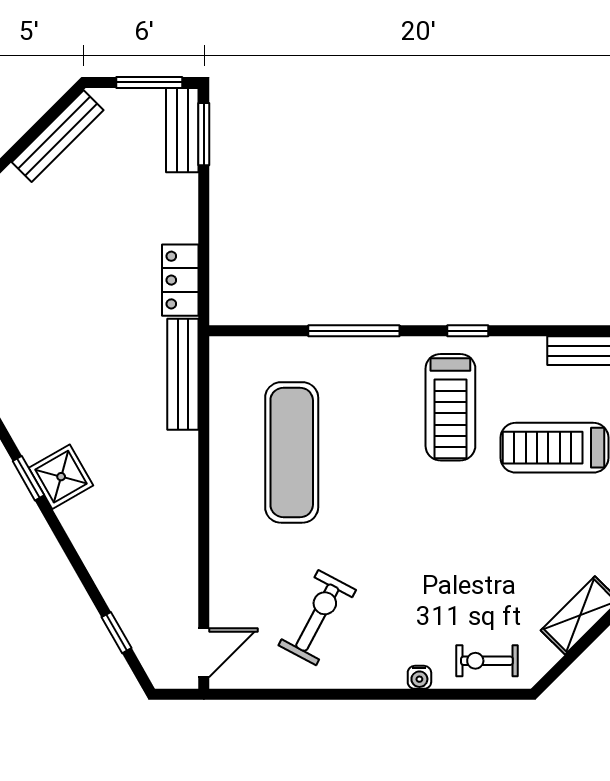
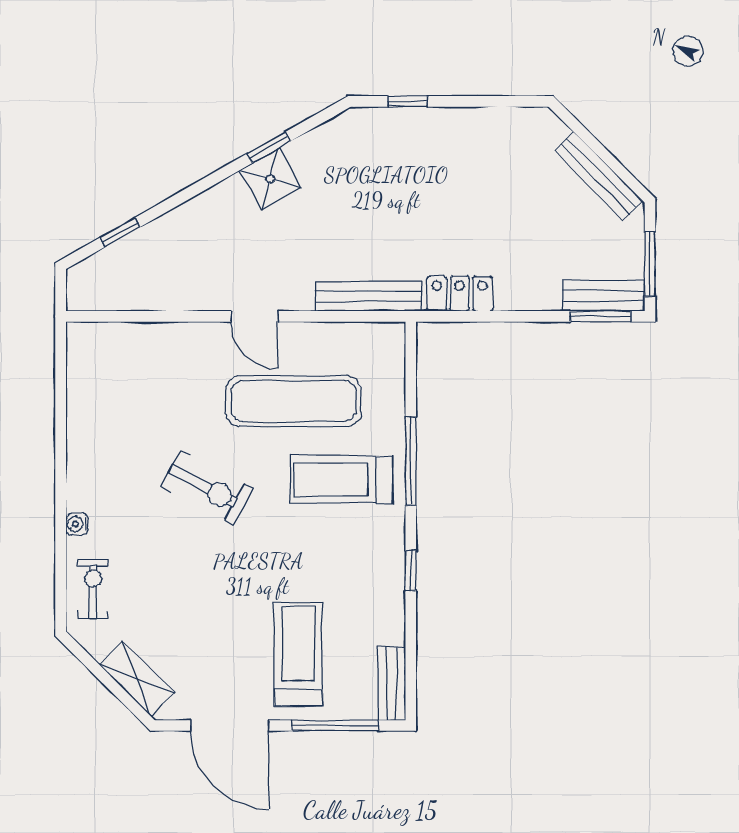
treadmill: (450, 407) -> (341, 480), moved
exercise bike: (317, 618) -> (207, 488), moved
door: (204, 653) -> (254, 316), moved

